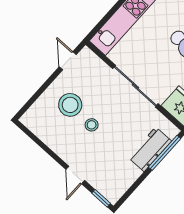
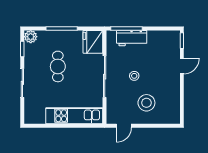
stool: (92, 125) -> (134, 76), moved

